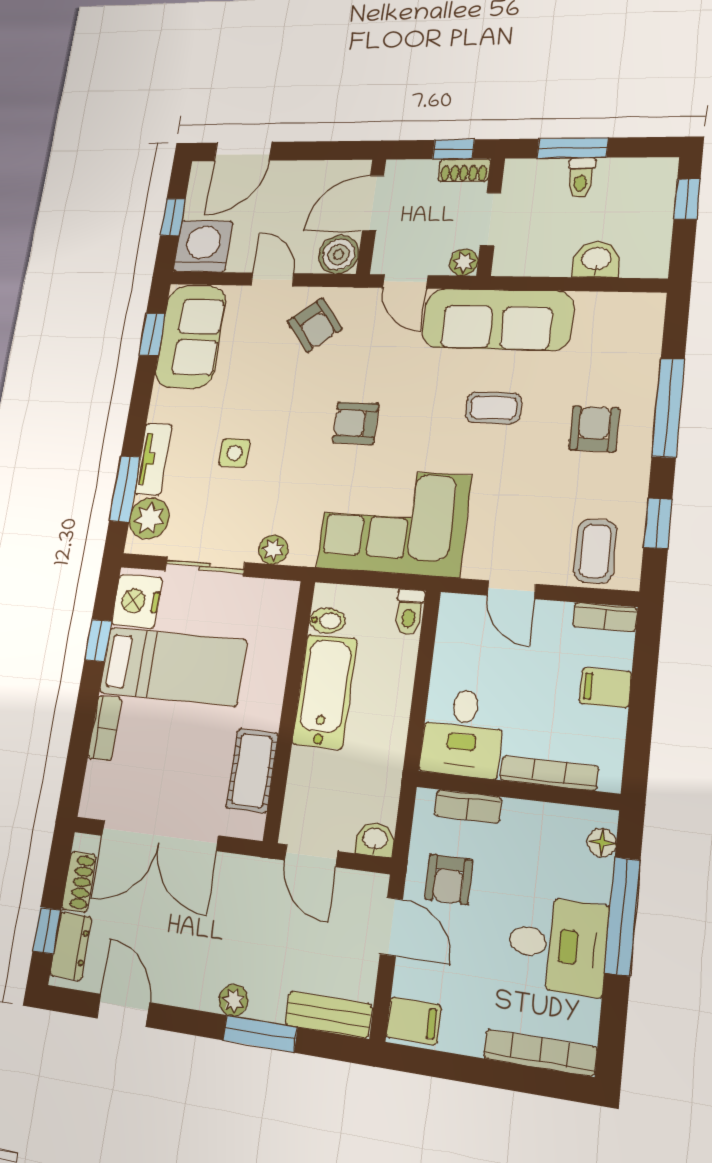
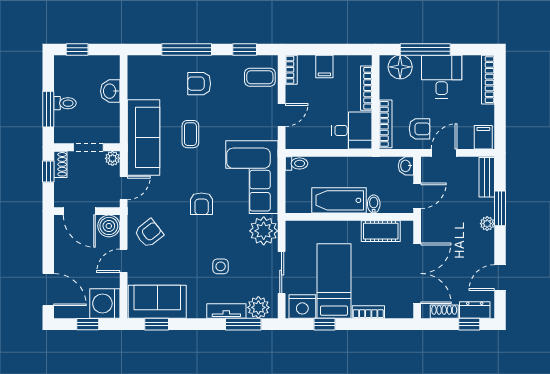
plant: (273, 550) -> (264, 231), width x1.87, depth x1.87
bidet: (327, 621) -> (374, 204), moved
bookcase: (468, 806) -> (386, 124), width x1.56
floor lamp: (602, 843) -> (400, 67), width x1.89, depth x1.89

